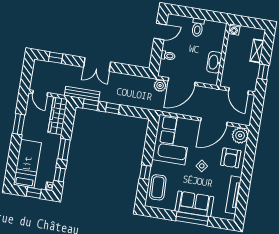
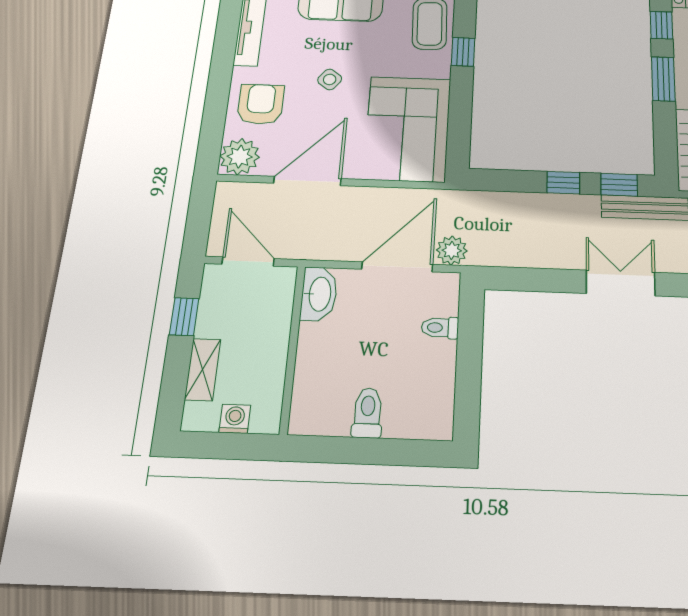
washing machine: (234, 29) -> (235, 419), moved
door: (160, 31) -> (468, 389), removed
washbasin: (214, 62) -> (319, 294), moved

